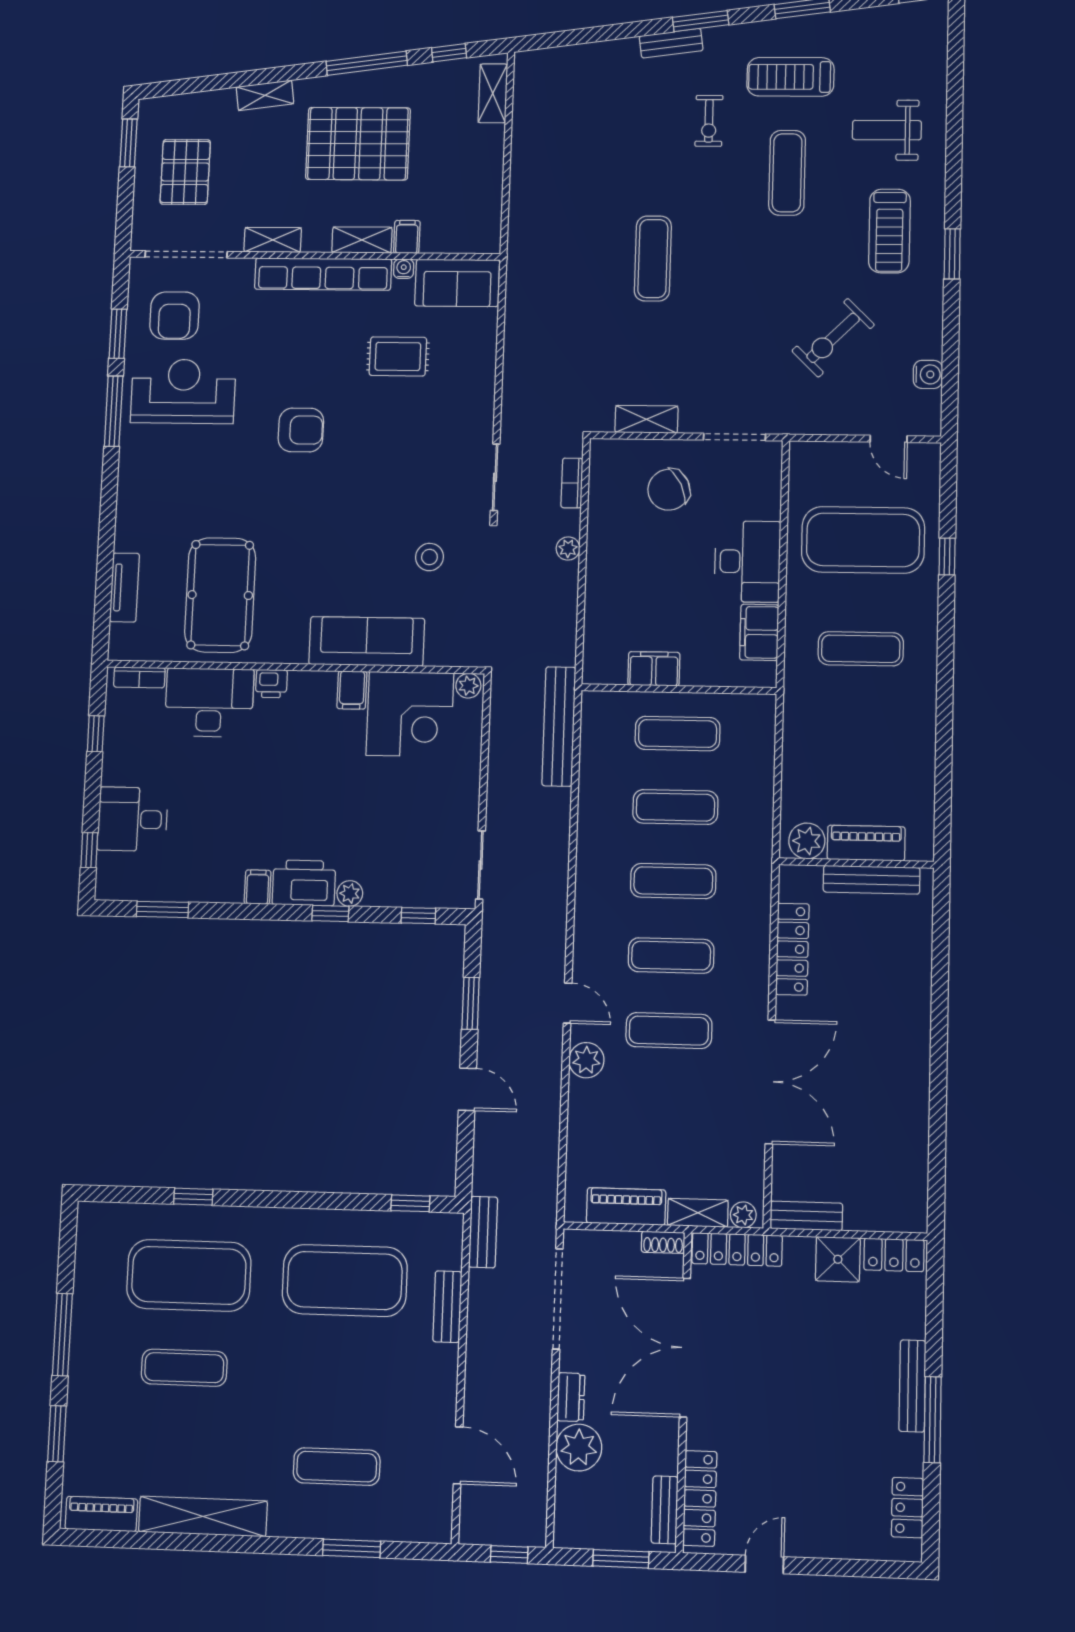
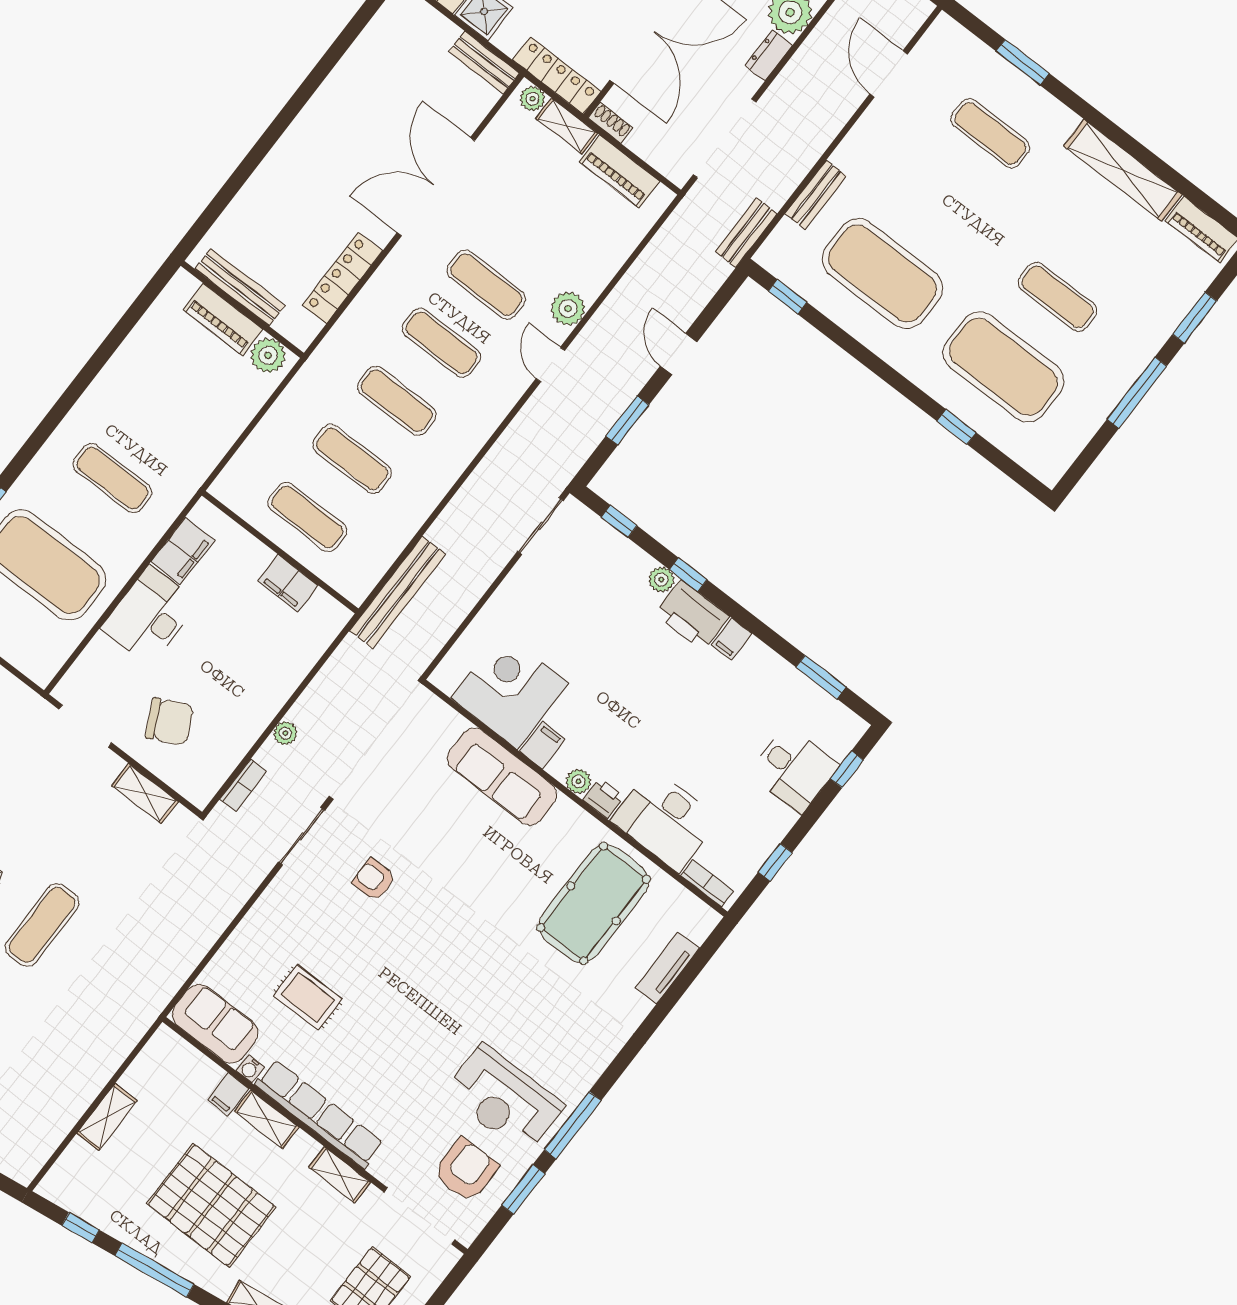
shelving: (493, 93) -> (107, 1117), moved
armchair: (301, 430) -> (374, 880), moved, width x0.72, depth x0.72
stool: (429, 557) -> (402, 809), removed
plant: (468, 686) -> (578, 781), moved

